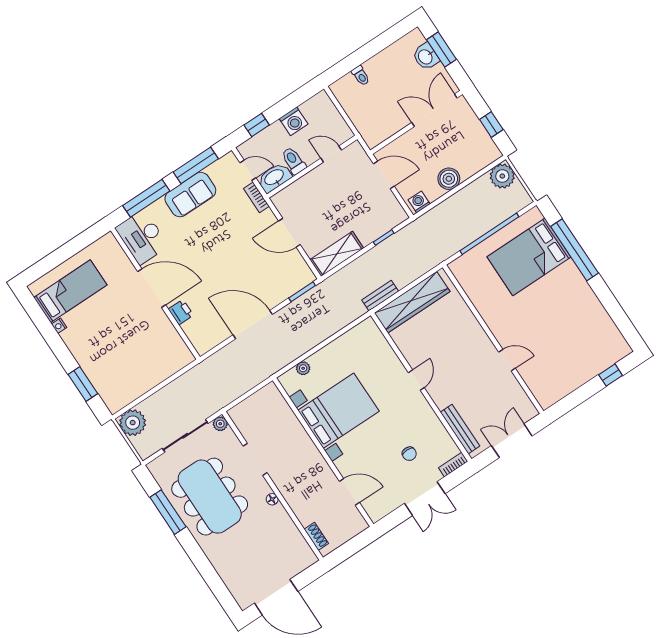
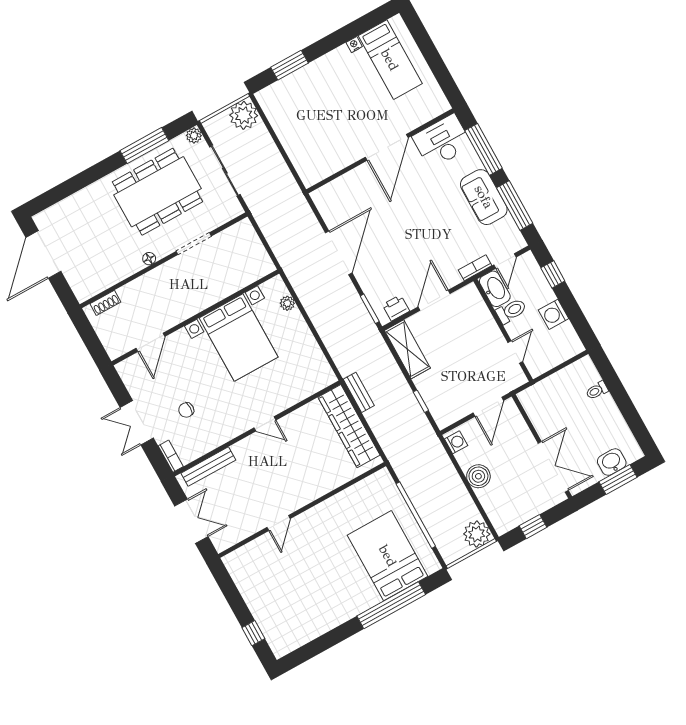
printer: (181, 312) -> (396, 308), moved, turned 180
plant: (220, 424) -> (194, 136), moved

